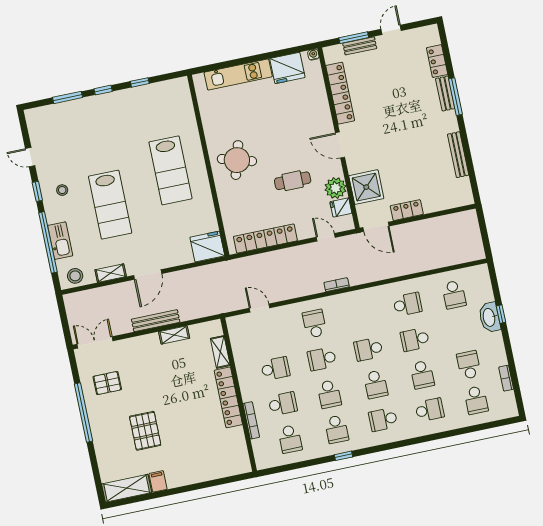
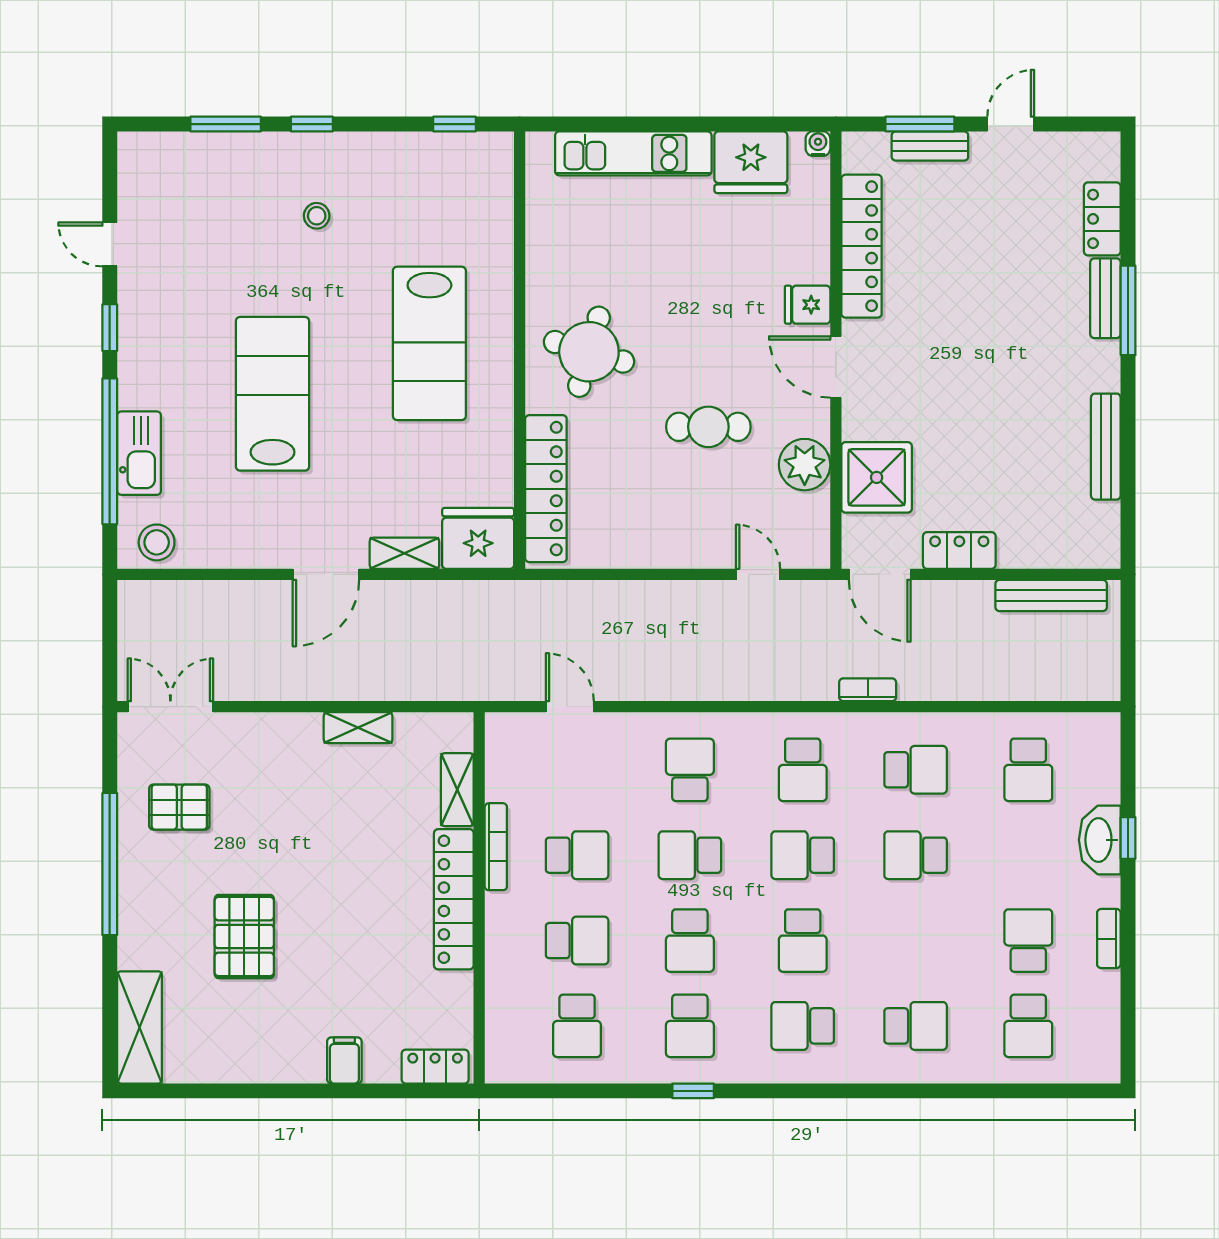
window: (140, 82) -> (454, 124), moved
stool: (62, 190) -> (317, 216), moved
lab bench: (110, 205) -> (272, 394), turned 180
fridge: (341, 207) -> (808, 305), moved
locker: (265, 239) -> (546, 489), moved, turned 90
shelving: (111, 273) -> (404, 553), moved
bookcase: (337, 285) -> (868, 690), moved
bench: (156, 321) -> (1051, 595), moved
school desk: (422, 375) -> (803, 770), moved
bookcase: (506, 378) -> (1109, 939), moved
bookcase: (251, 420) -> (496, 847), moved
locker: (235, 468) -> (435, 1067), added
filing cabinet: (158, 481) -> (344, 1060), moved
shelving: (127, 488) -> (140, 1027), moved, turned 90

